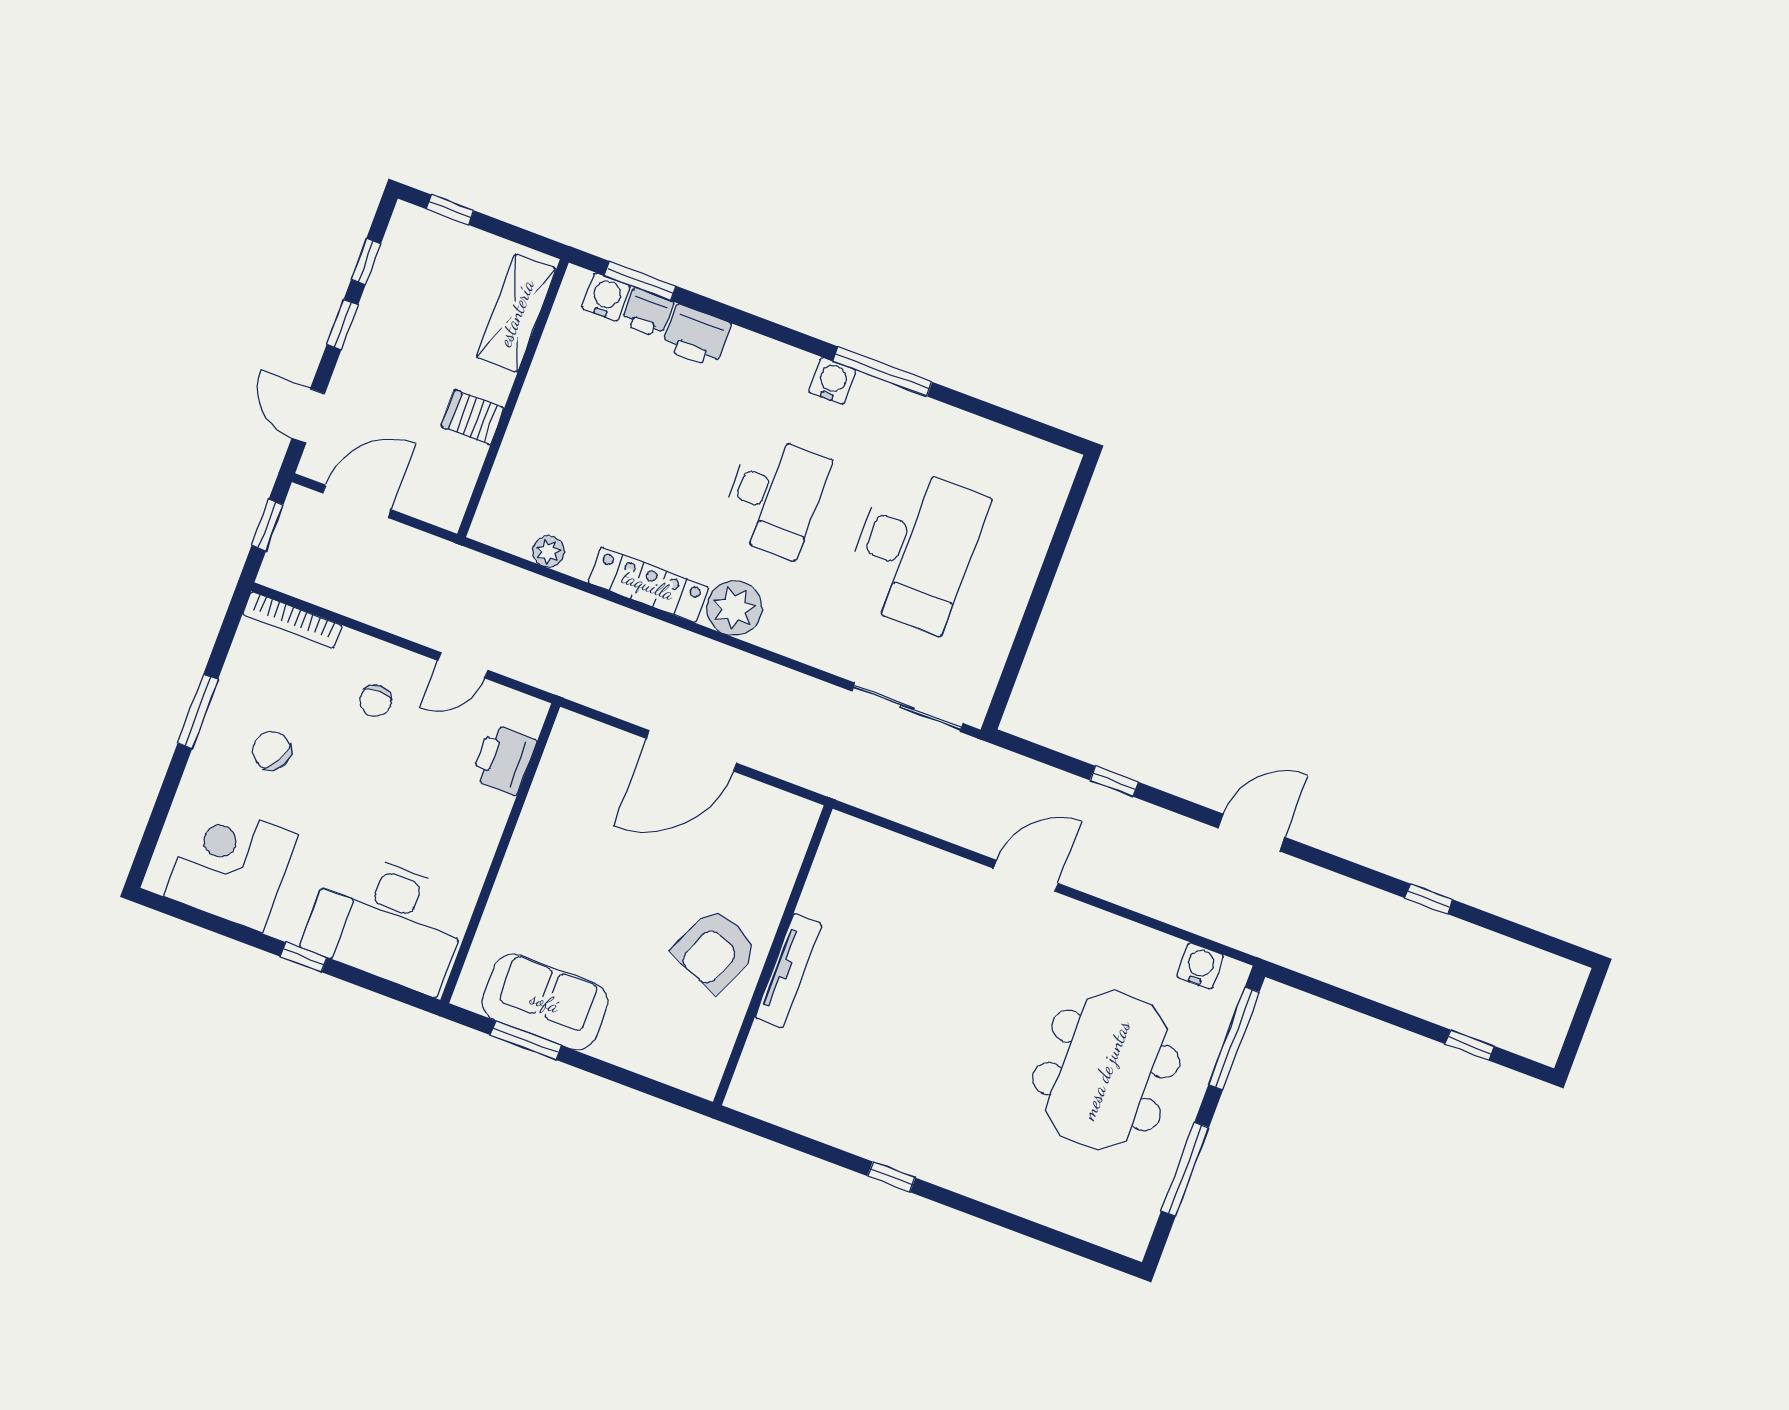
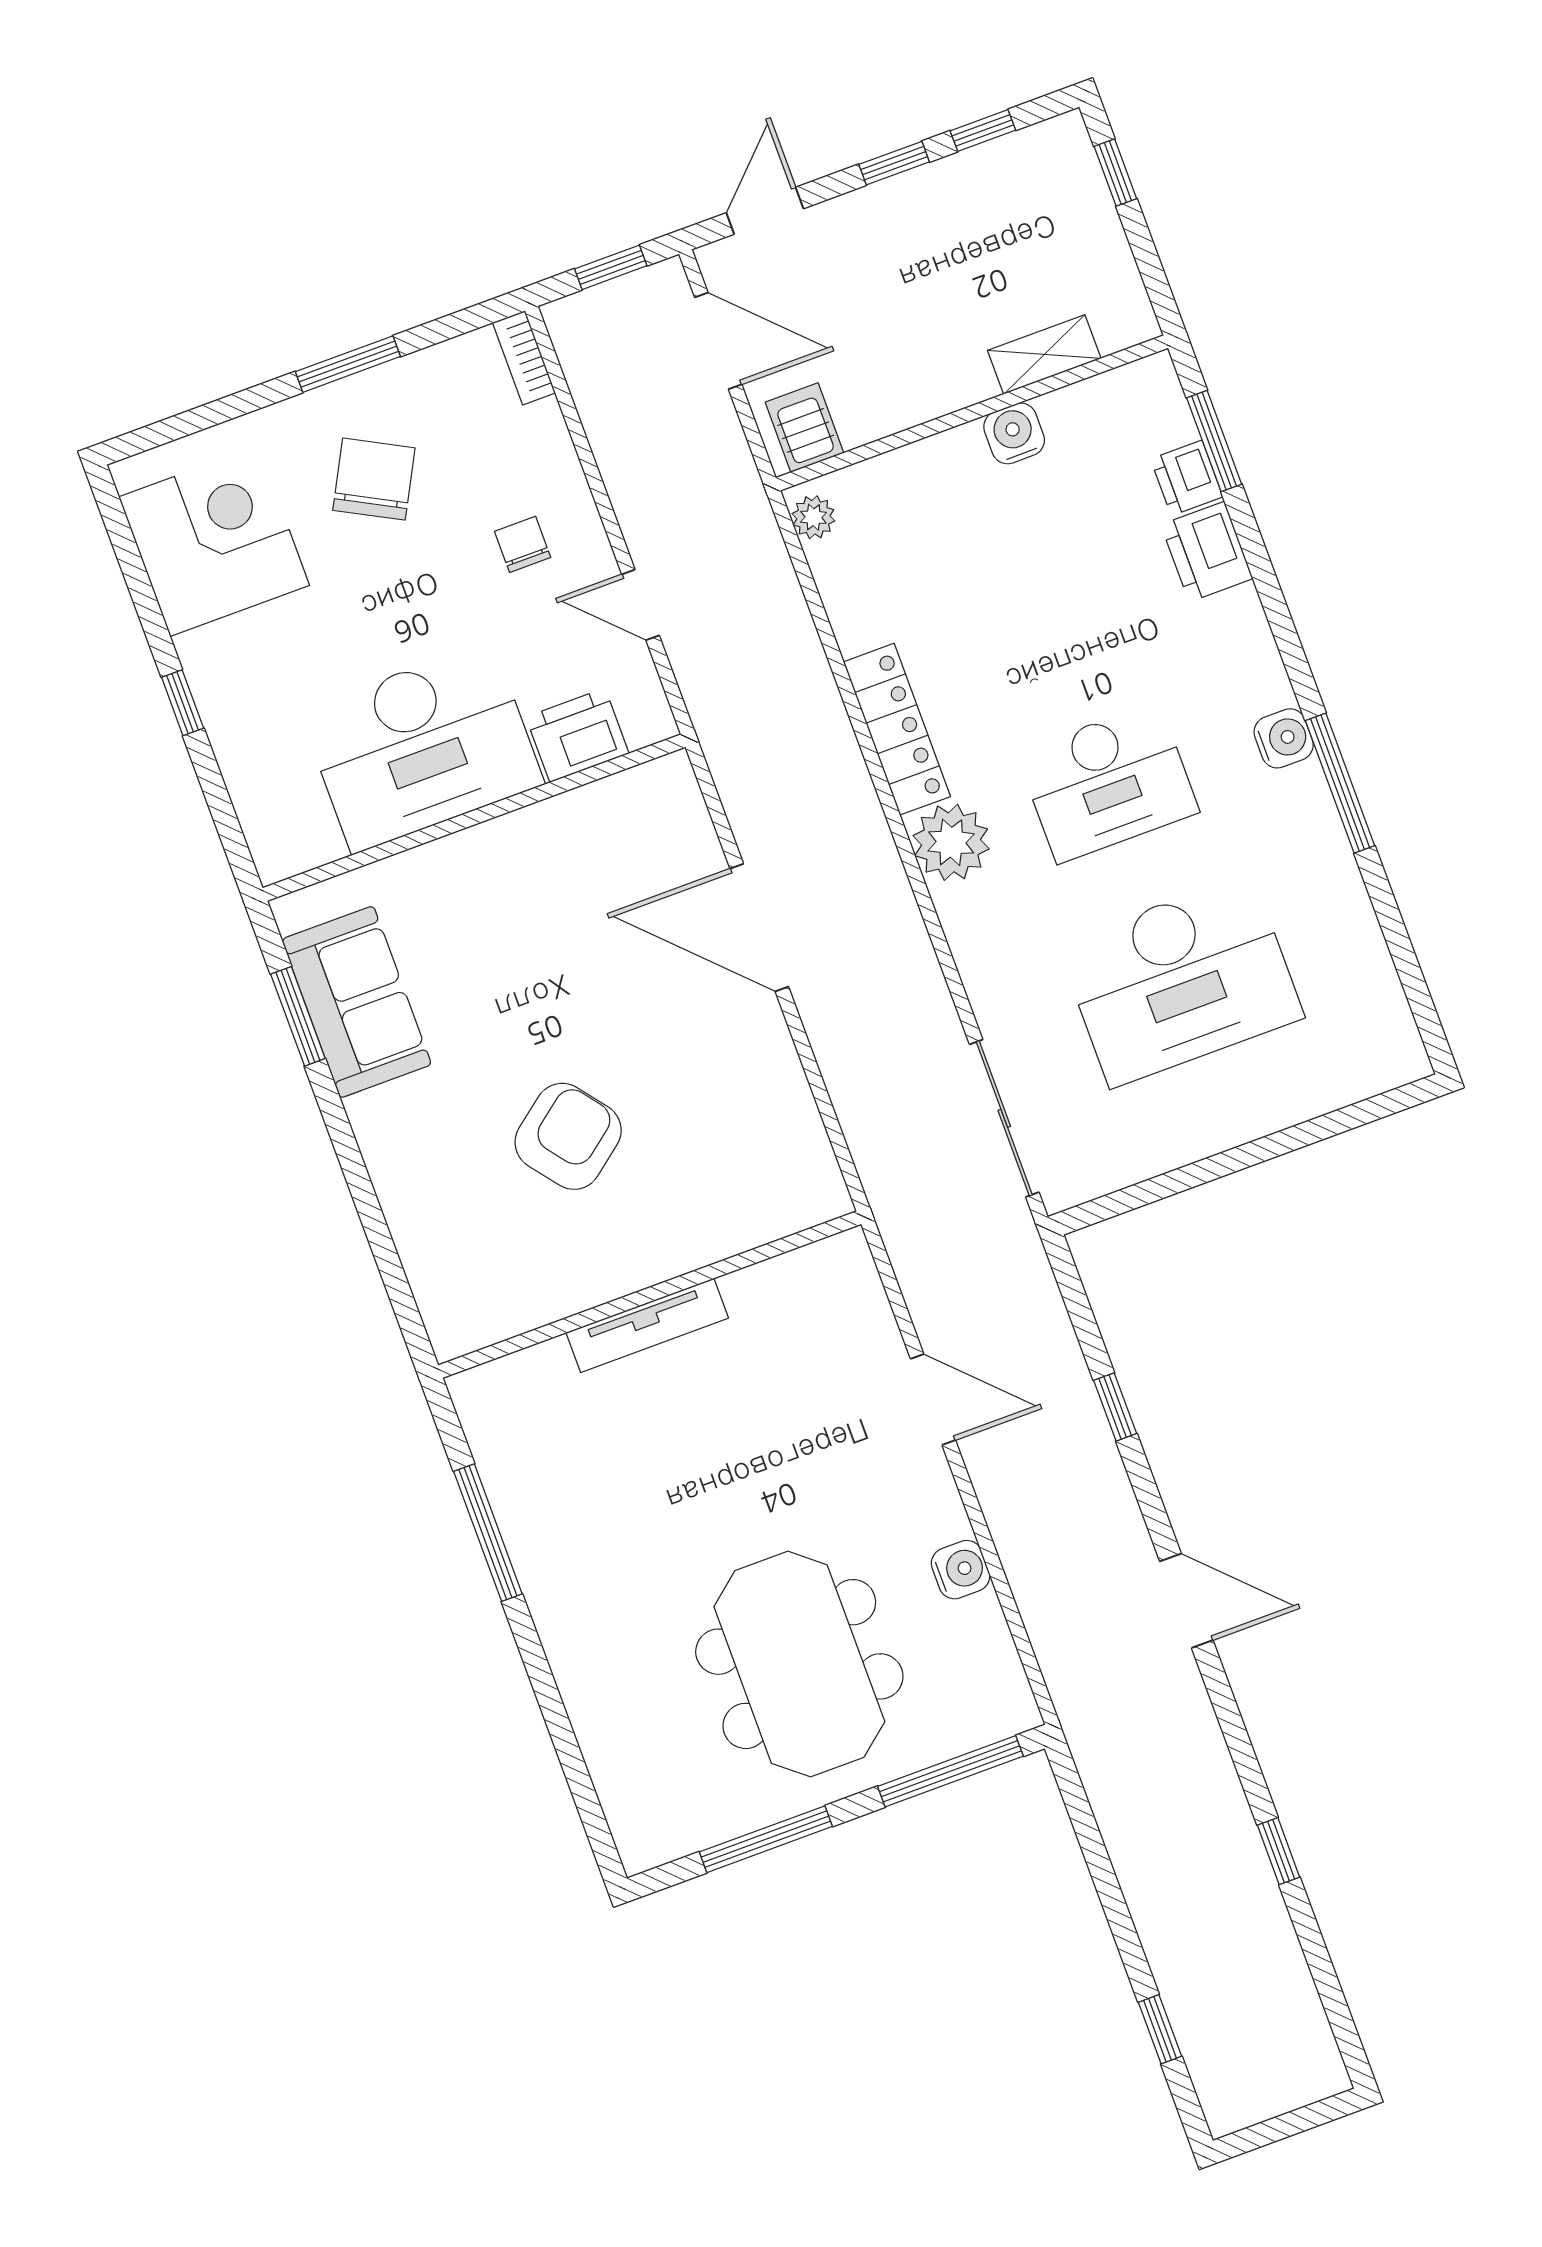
water cooler: (606, 297) -> (1014, 433), moved, turned -90
shelving: (516, 313) -> (1044, 354), width x0.67, depth x0.75
server rack: (472, 417) -> (804, 428), moved
plant: (548, 551) -> (813, 517), moved
bookcase: (292, 620) -> (524, 358), width x0.64
chair: (376, 701) -> (523, 544), turned 90
chair: (272, 751) -> (374, 479), width x1.37, depth x1.37
desk: (387, 921) -> (422, 747), moved, turned -90
armchair: (715, 950) -> (568, 1136), turned 119
wall: (773, 955) -> (650, 1295), moved
water cooler: (1200, 966) -> (961, 1570), moved
tv unit: (788, 971) -> (647, 1325), moved
meeting table: (1106, 1070) -> (799, 1664), turned 90
window: (891, 1177) -> (488, 1533), width x2.17

